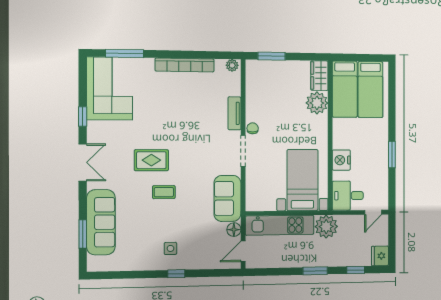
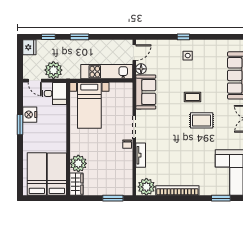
window: (125, 53) -> (221, 198), width x0.69
plant: (232, 65) -> (146, 187), width x1.88, depth x1.88
nightstand: (341, 160) -> (30, 115), moved, turned 180
door: (373, 212) -> (35, 81), swing flipped
plant: (326, 227) -> (53, 70), moved

